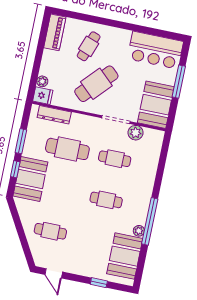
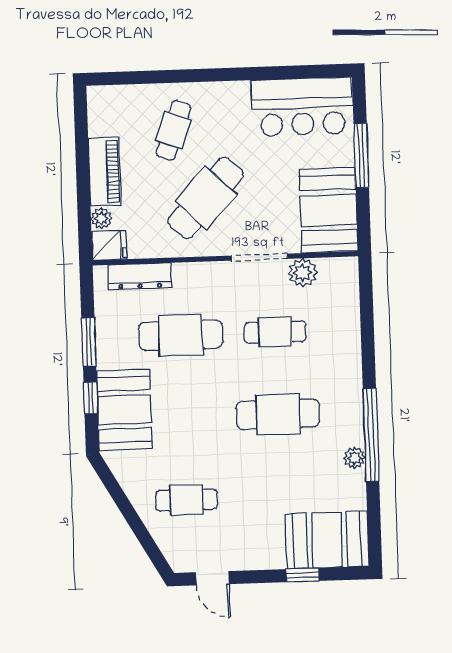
piano: (55, 32) -> (105, 172), moved
cafe table: (106, 200) -> (278, 414), width x1.37, depth x1.35
booth: (125, 256) -> (327, 540), moved, turned 90

